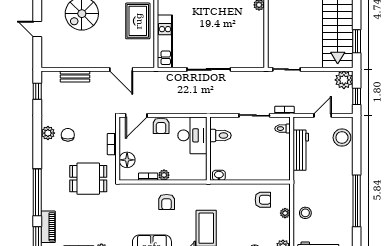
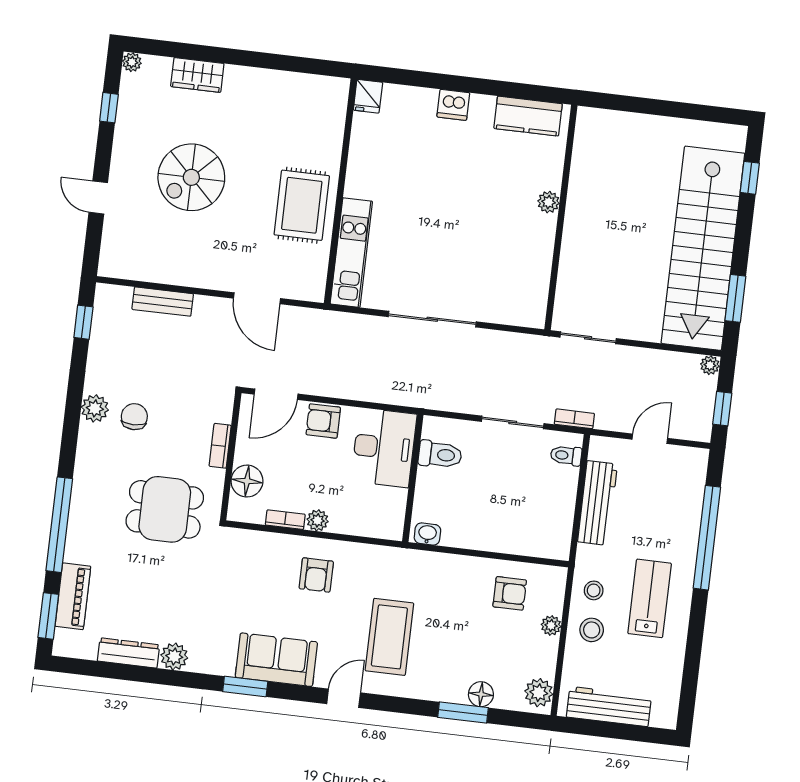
plant: (344, 80) -> (710, 365), width x0.53, depth x0.53
armchair: (161, 126) -> (323, 421), turned 90
stool: (342, 138) -> (594, 590), moved, width x0.53, depth x0.53
lab bench: (332, 194) -> (650, 598), added
window: (357, 201) -> (707, 538), moved

